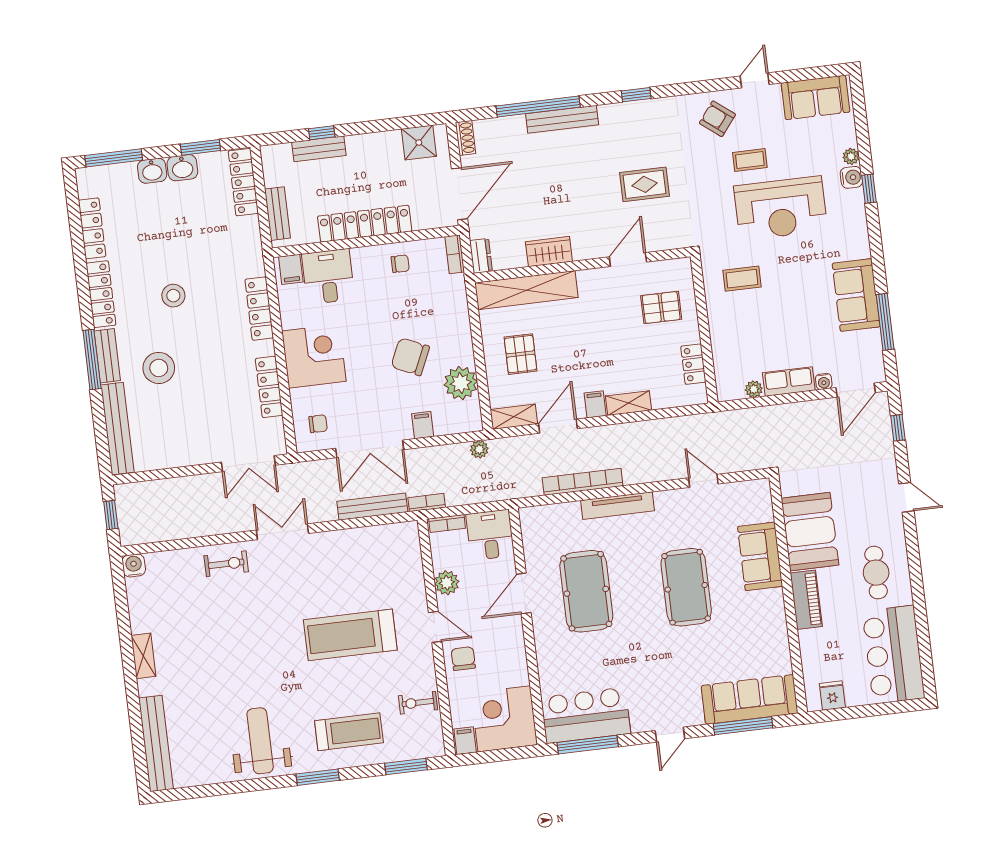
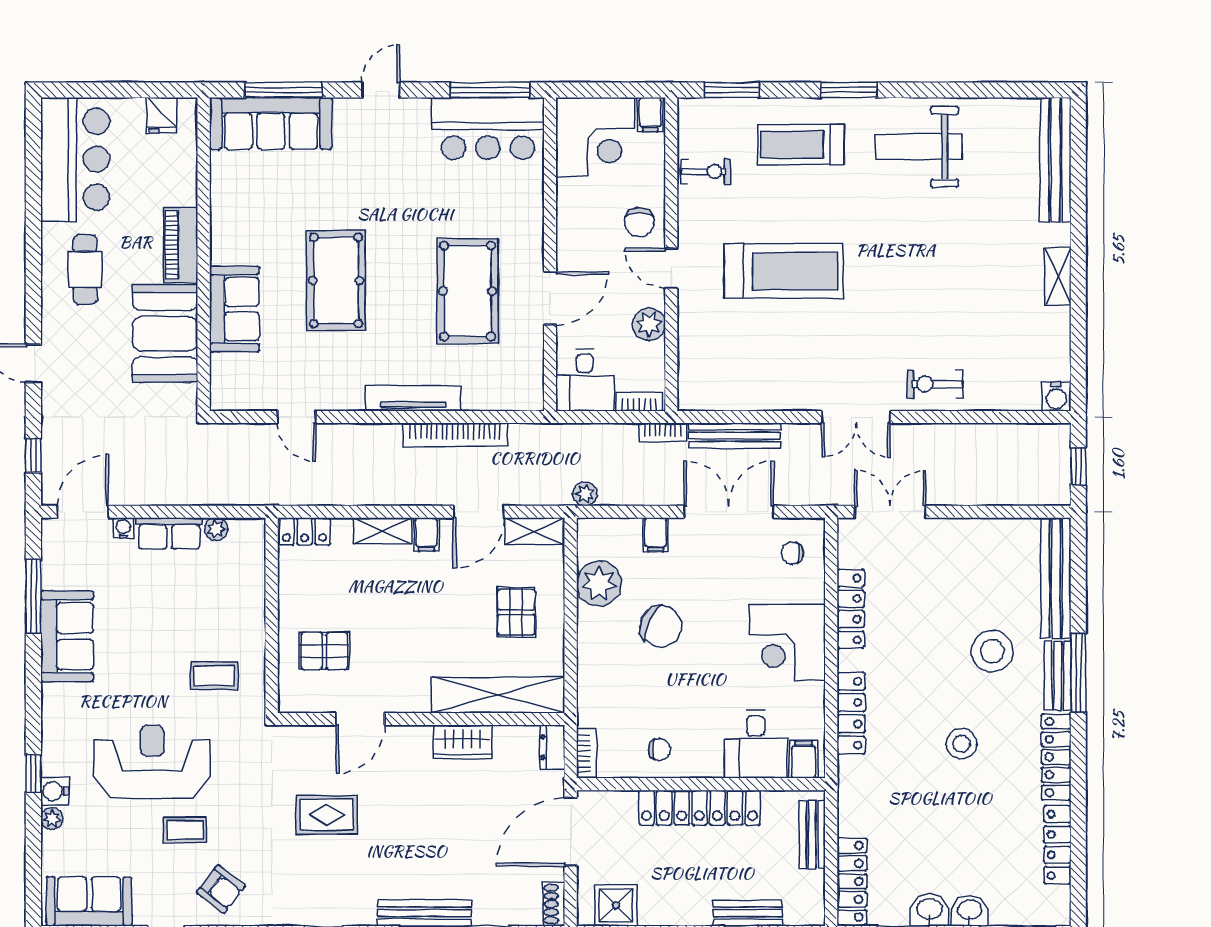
chair: (400, 264) -> (659, 750), turned 180
locker: (693, 364) -> (305, 531), moved, turned 90
weight bench: (260, 741) -> (919, 147), turned 90

